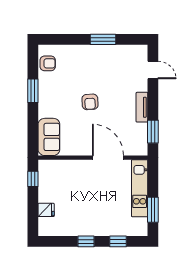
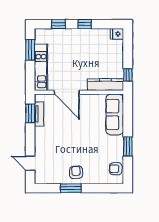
armchair: (90, 102) -> (76, 172), moved
tv unit: (142, 107) -> (39, 114), moved
sofa: (49, 137) -> (115, 114), width x1.36
kitchen counter: (60, 167) -> (105, 85), added
fridge: (46, 210) -> (117, 34), moved

